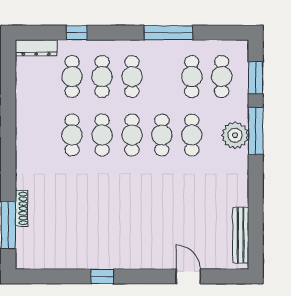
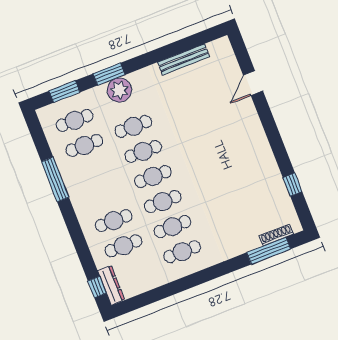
window: (77, 33) -> (97, 287), moved
cafe table: (132, 77) -> (182, 252), moved
window: (256, 131) -> (109, 74), width x0.69
shoe rack: (22, 208) -> (276, 235), moved
bench: (241, 235) -> (184, 60), moved
window: (102, 276) -> (293, 185), moved

